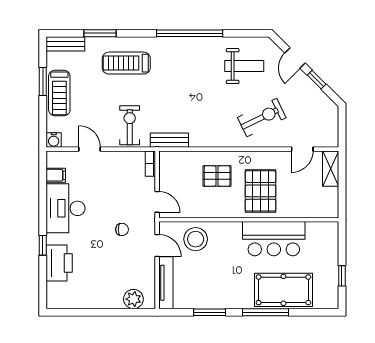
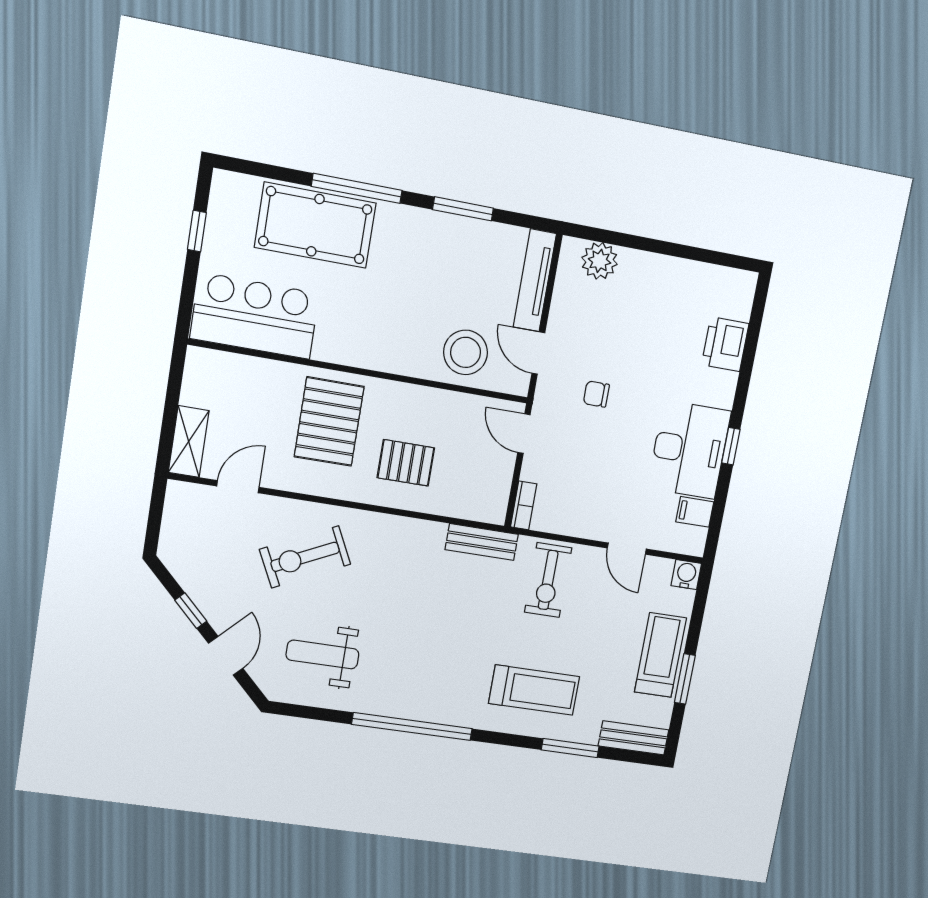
bar counter: (274, 239) -> (255, 316), moved
window: (43, 245) -> (731, 446), moved
printer: (59, 263) -> (725, 344), width x0.73, depth x0.84

